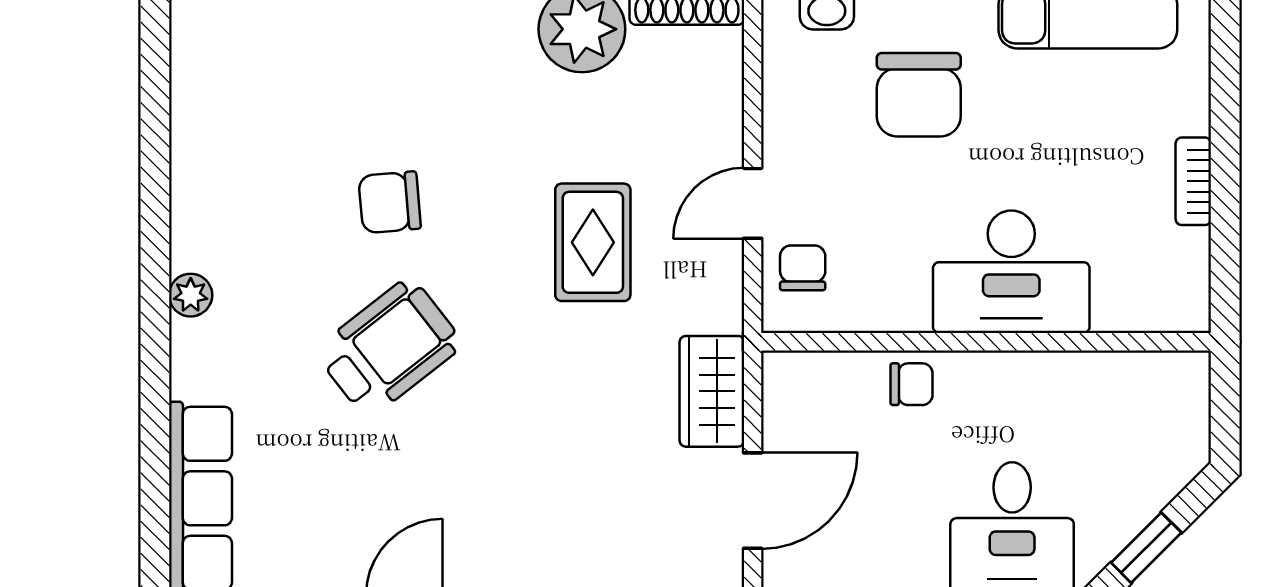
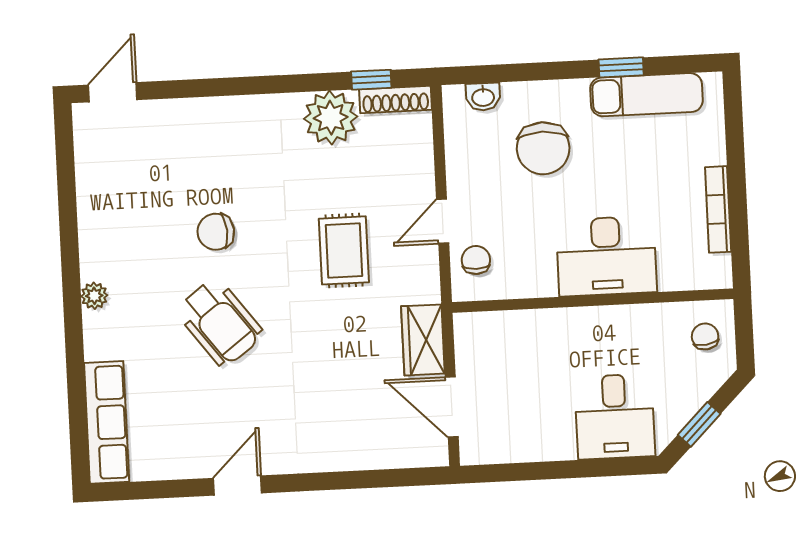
bookcase: (1193, 181) -> (718, 209), width x1.56
wheelchair: (389, 348) -> (220, 322), turned 91
chair: (912, 384) -> (705, 336), moved, turned -98
door: (753, 501) -> (452, 407), swing flipped

